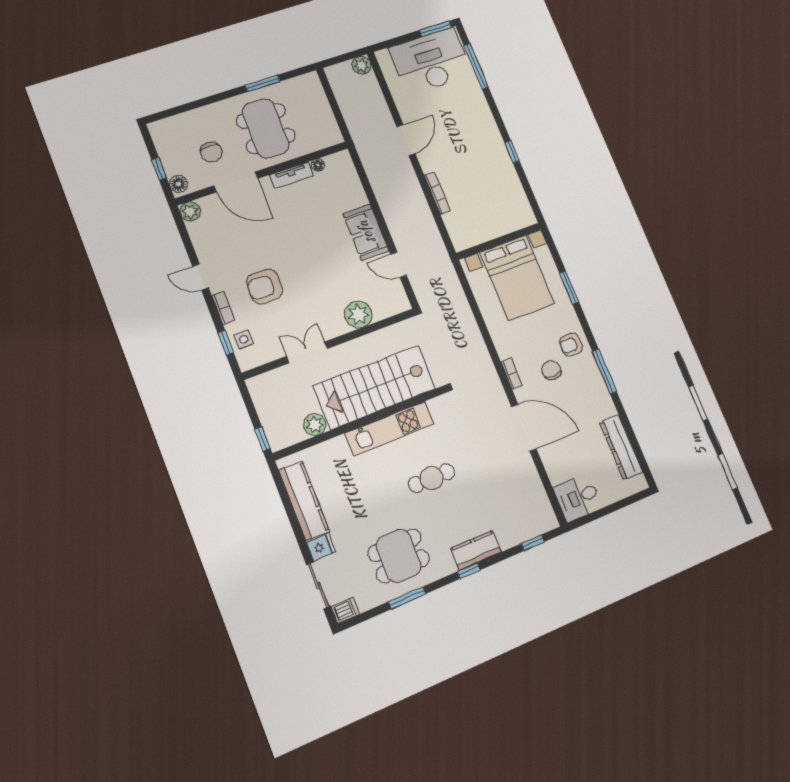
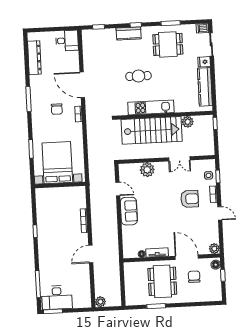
desk: (431, 61) -> (57, 298), width x0.73, depth x0.77
armchair: (571, 345) -> (41, 119), removed

